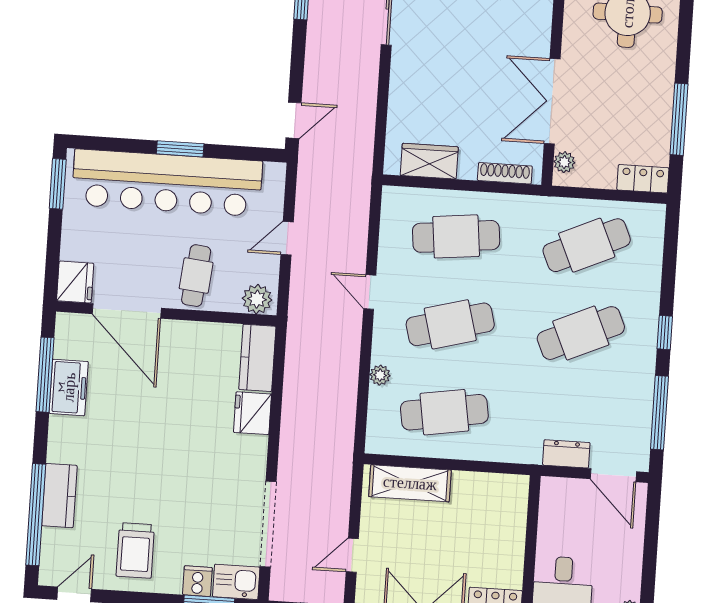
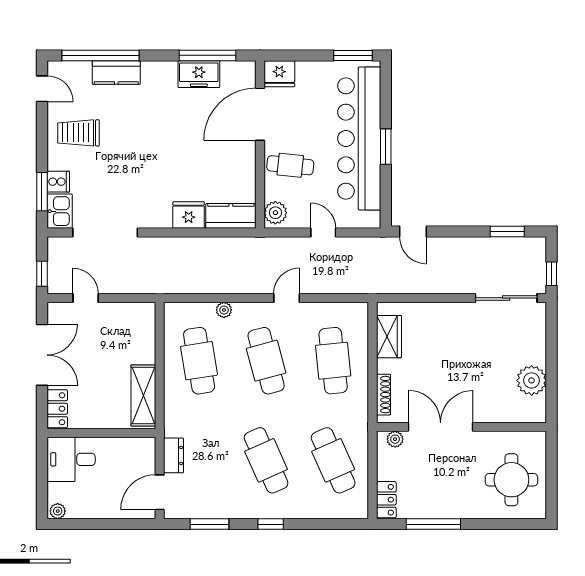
window: (659, 413) -> (209, 524), width x0.69
shelving: (410, 483) -> (143, 395), moved

